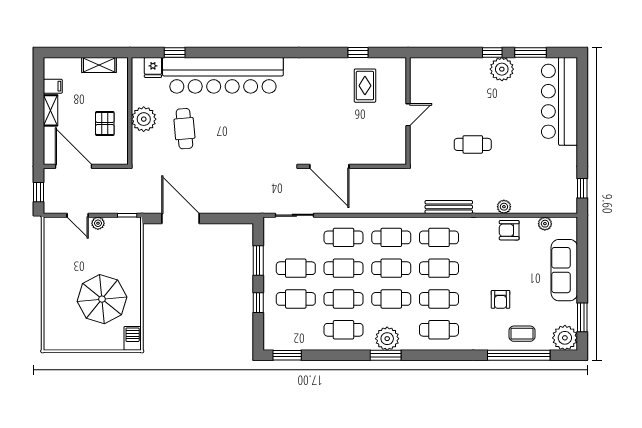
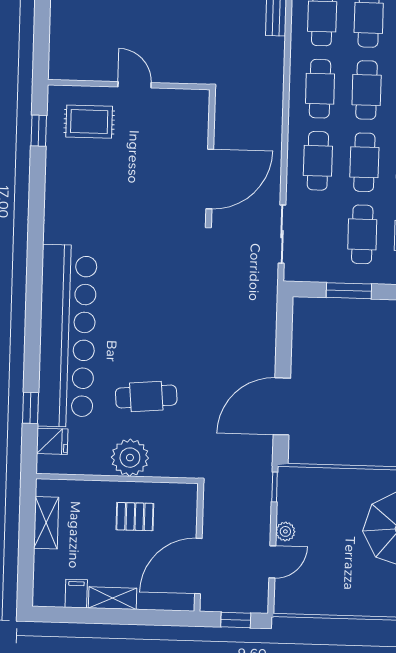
wall: (408, 111) -> (129, 85), moved
door: (408, 115) -> (135, 85), moved

